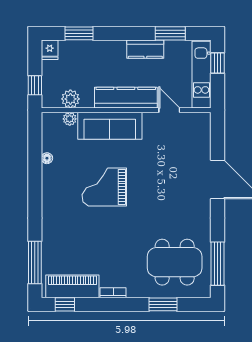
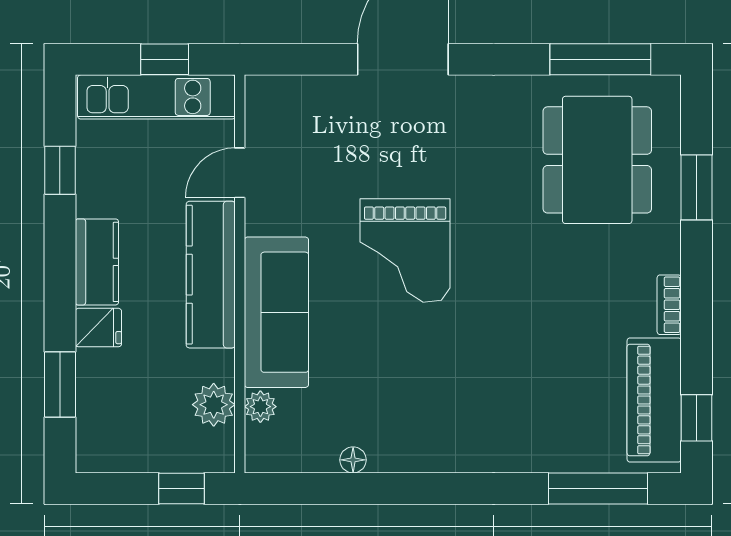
window: (170, 33) -> (60, 170), width x0.67
kitchen counter: (145, 49) -> (97, 262), moved
fridge: (50, 50) -> (98, 328), moved
window: (217, 63) -> (165, 59), moved
grand piano: (104, 187) -> (405, 250), moved

